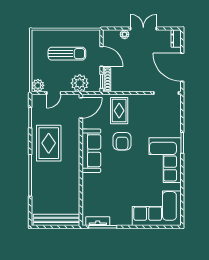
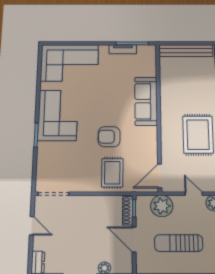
door: (182, 67) -> (32, 226), width x0.53
door: (54, 93) -> (194, 194), hinge flipped
armchair: (122, 141) -> (109, 137), turned -90
sofa: (91, 151) -> (146, 101), moved
tv unit: (98, 221) -> (123, 49), moved

